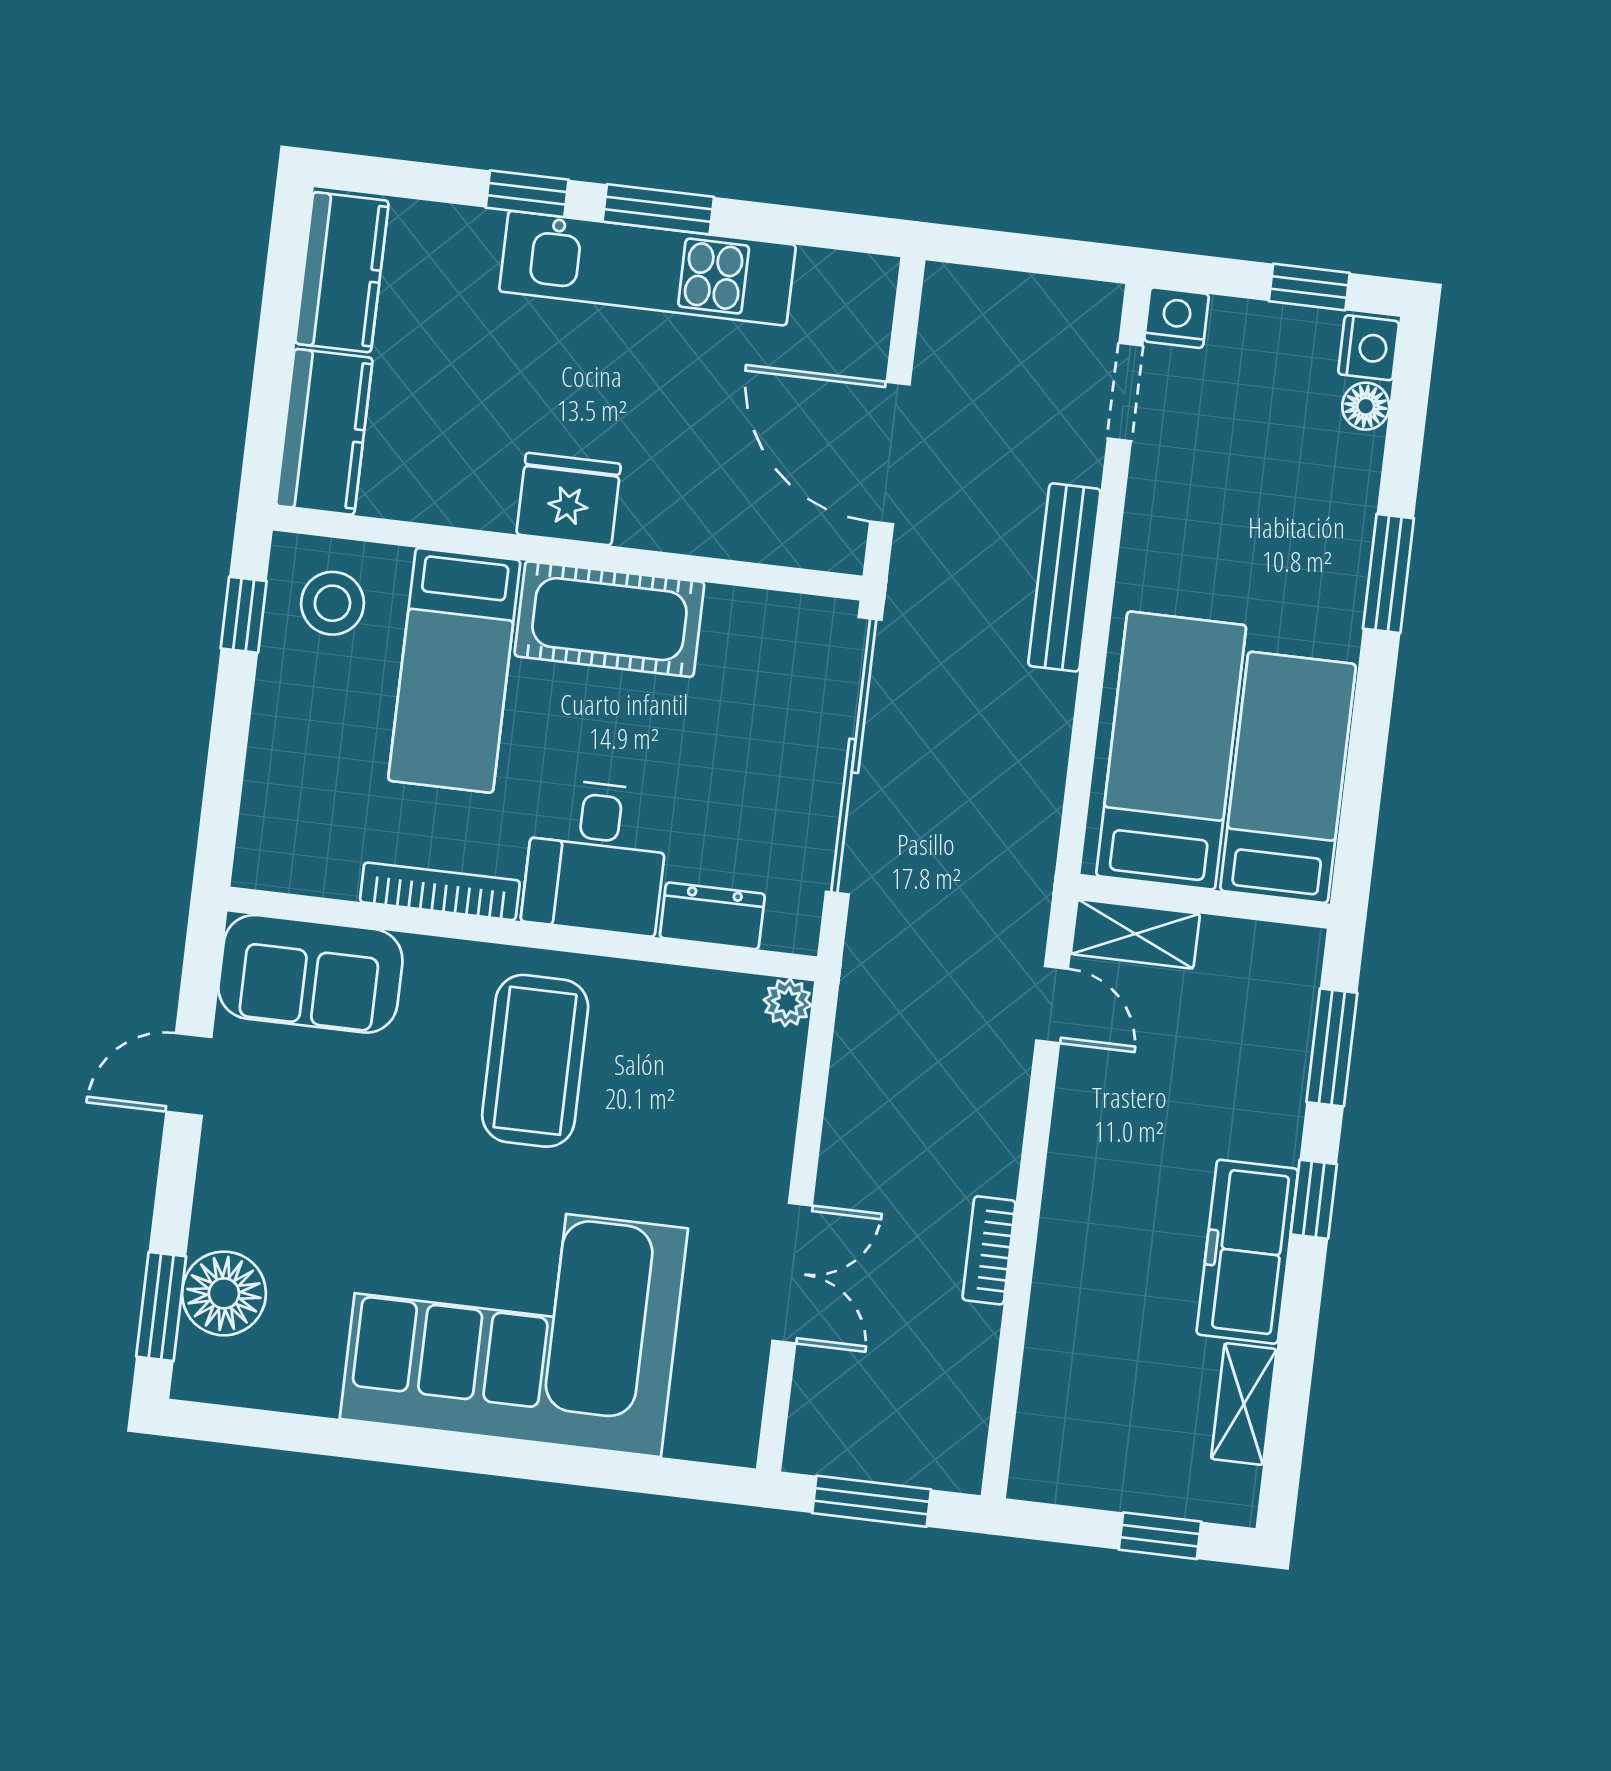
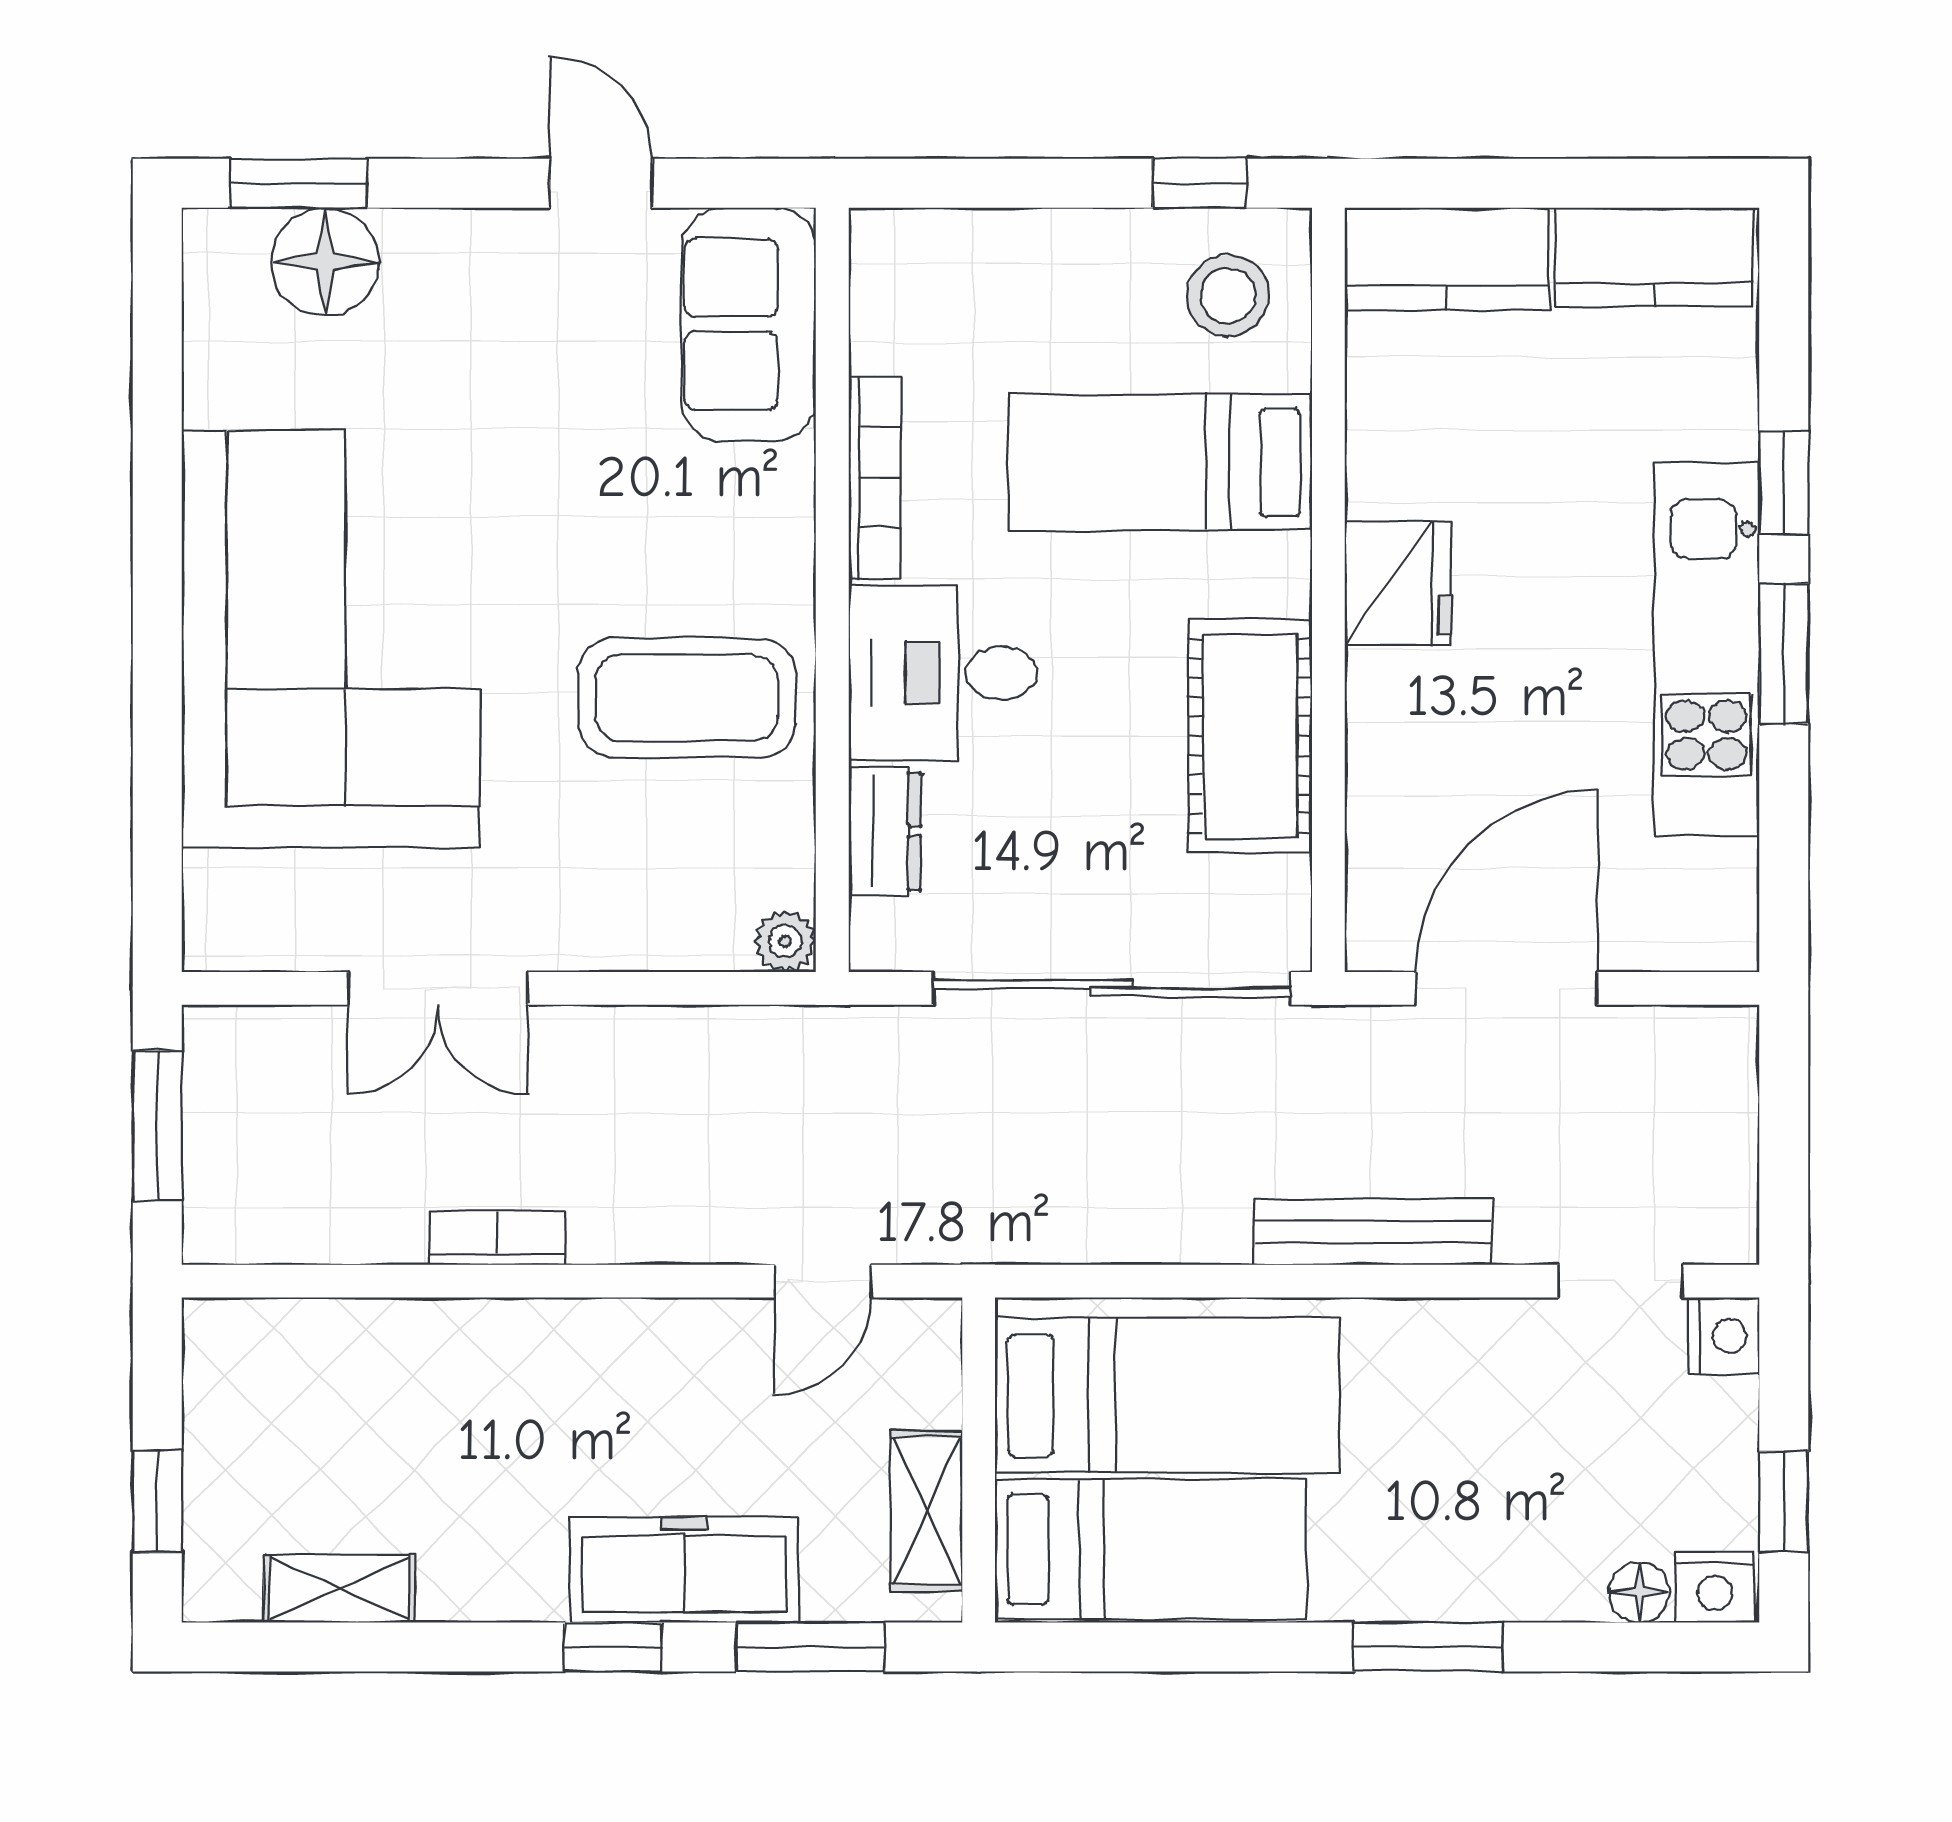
cot: (609, 619) -> (1250, 736), moved
shelving: (1135, 934) -> (926, 1511), moved
coffee table: (535, 1061) -> (687, 698), moved
freezer: (1247, 1252) -> (684, 1570), moved

